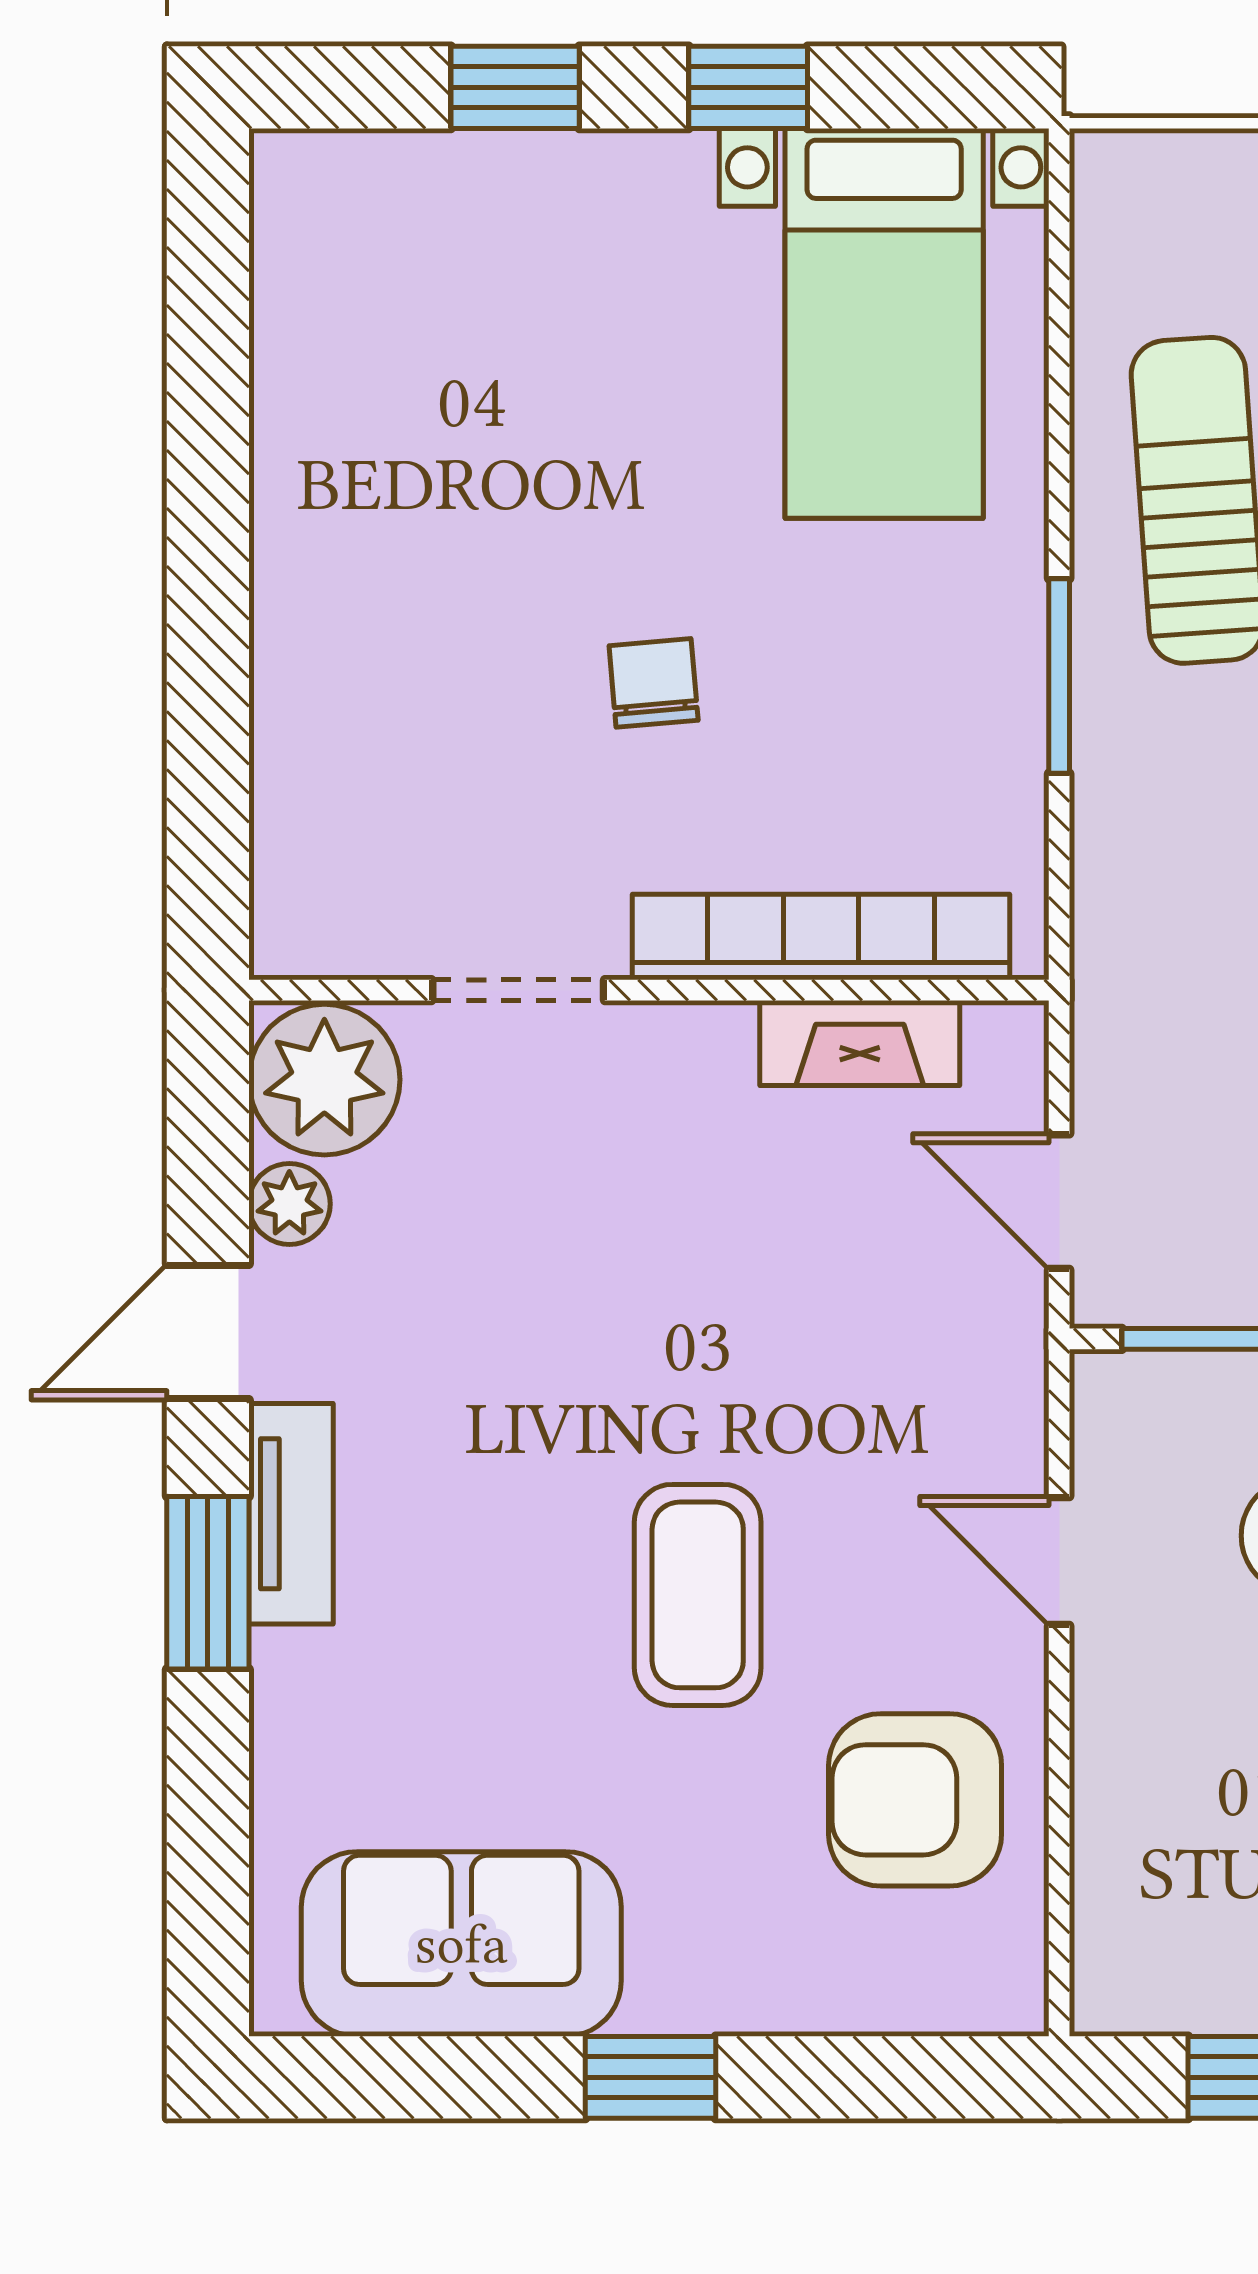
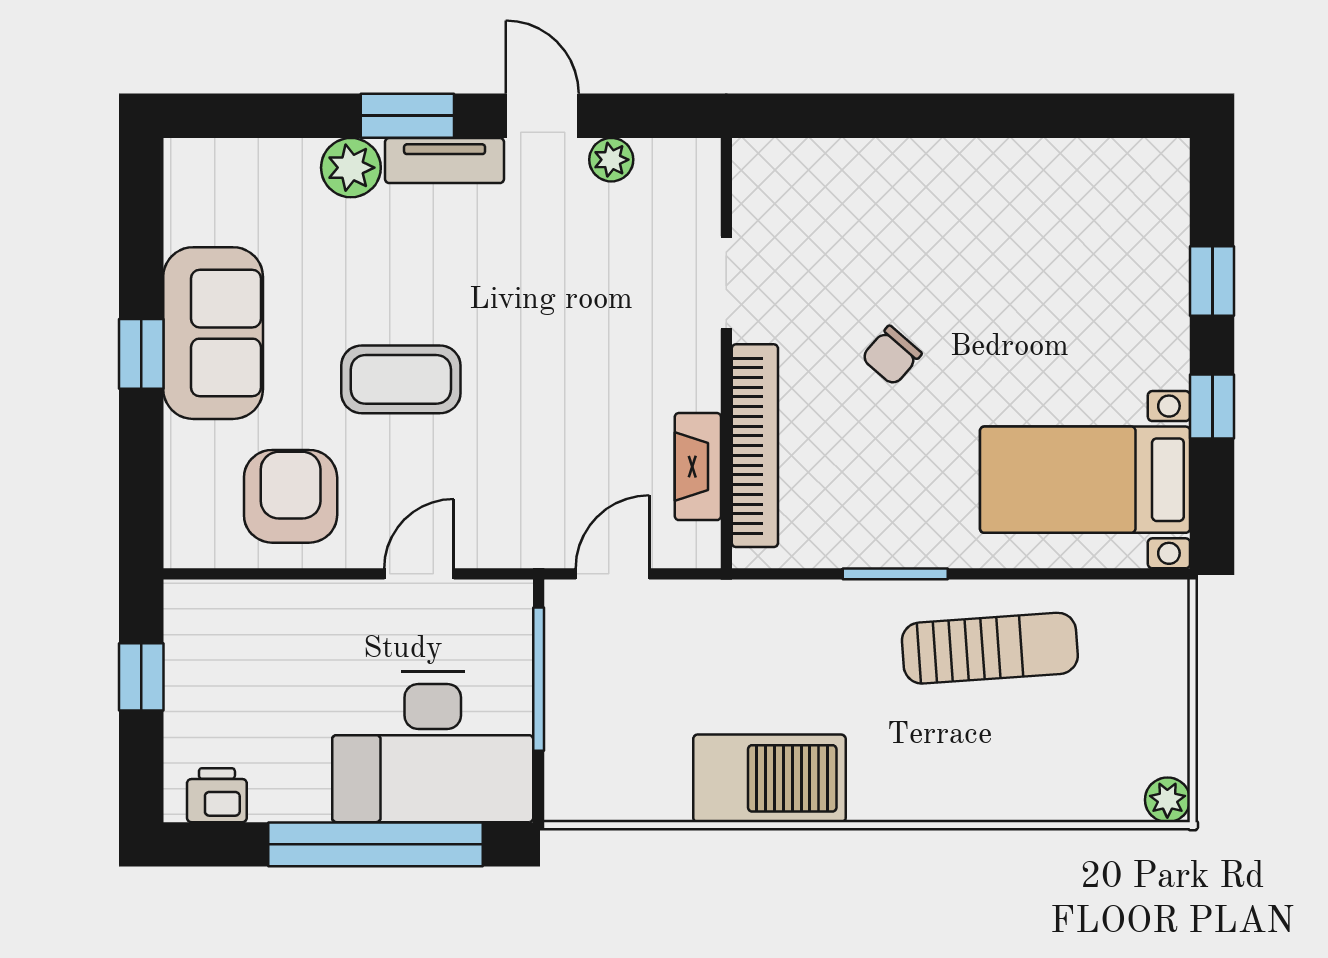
chair: (654, 683) -> (892, 356), turned 136
plant: (324, 1080) -> (351, 168), moved, width x0.73, depth x0.73
sofa: (461, 1944) -> (213, 333), moved

